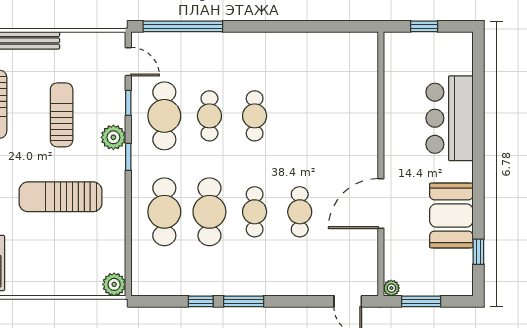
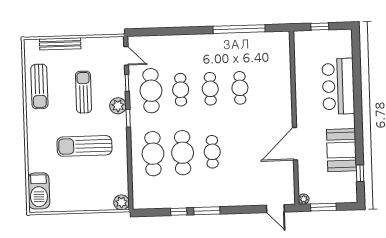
window: (183, 26) -> (239, 29), moved
cafe table: (300, 212) -> (240, 88), moved

